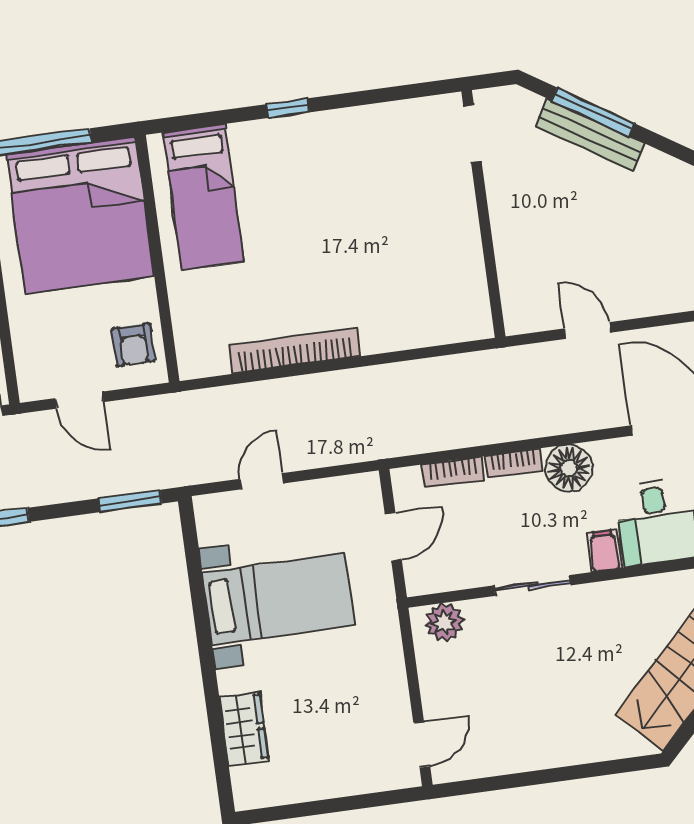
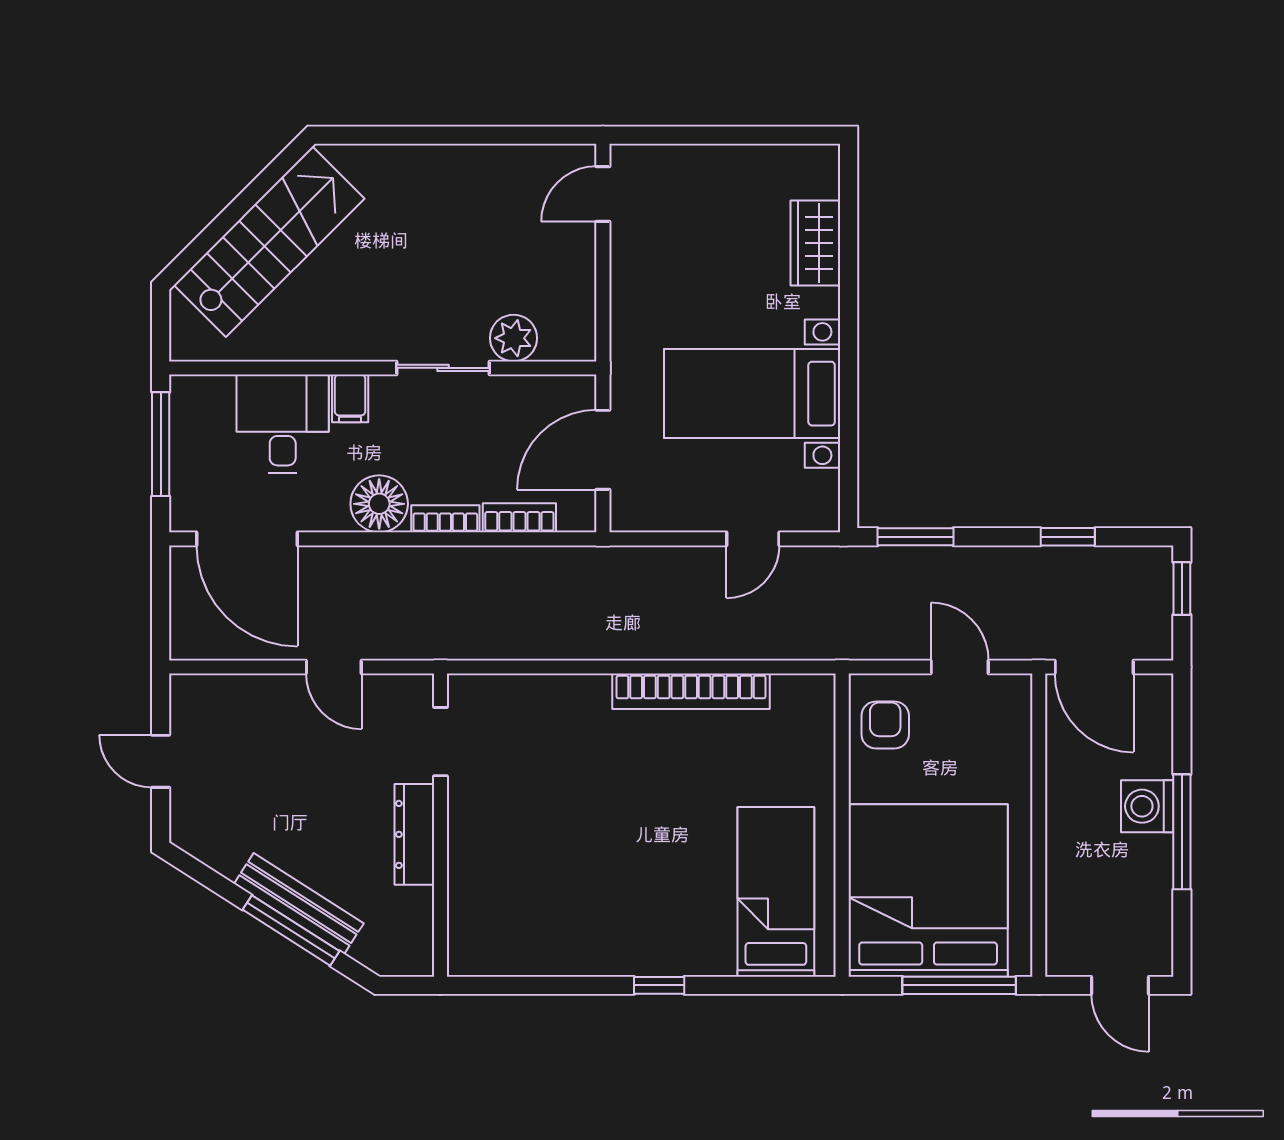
doorway: (472, 134) -> (440, 742), moved
dresser: (504, 203) -> (414, 834), added
door: (393, 537) -> (603, 450), width x1.38
plant: (444, 622) -> (514, 338), moved

